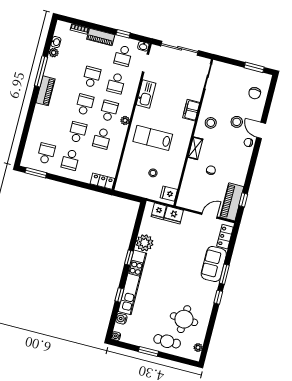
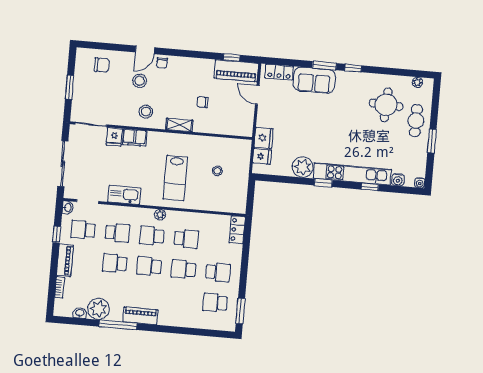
plant: (54, 53) -> (98, 309), width x1.87, depth x1.87
school desk: (123, 56) -> (83, 230), turned 180
window: (254, 67) -> (70, 87), moved
fridge: (169, 194) -> (114, 137), moved

